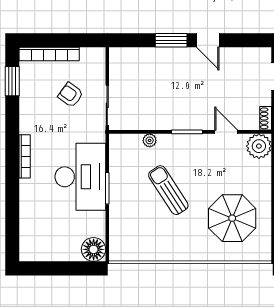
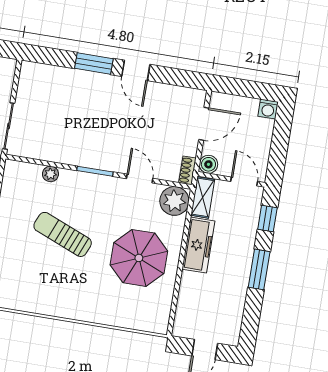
sun lounger: (168, 190) -> (63, 234), turned -35
parasol: (232, 218) -> (139, 258), moved

